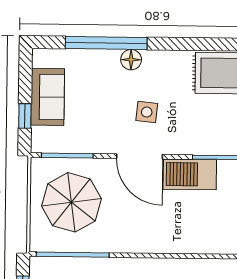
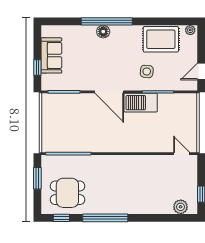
window: (106, 43) -> (107, 21), moved
side table: (147, 112) -> (147, 71), moved
parasol: (71, 202) -> (67, 121), removed

